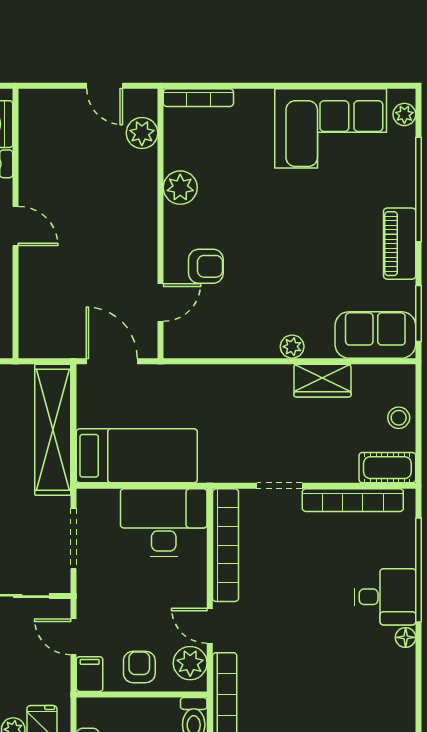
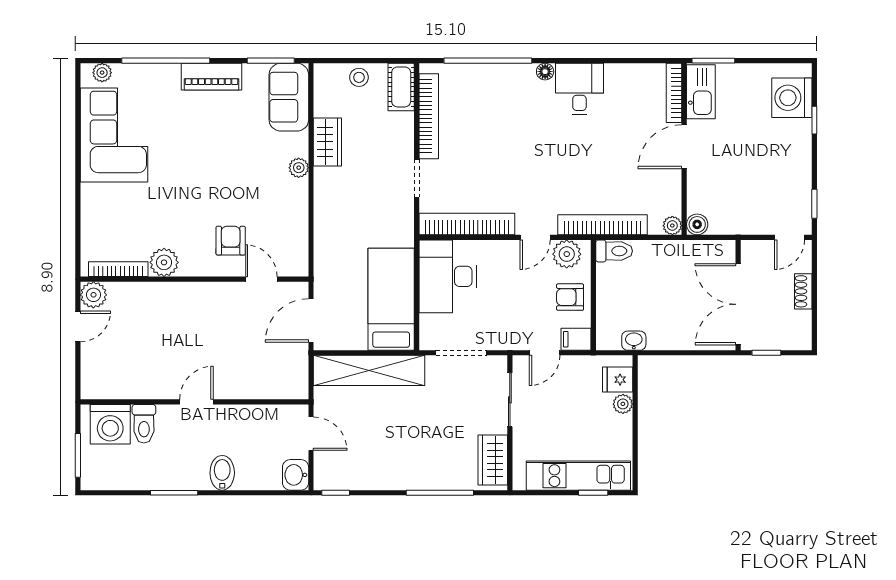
bookcase: (198, 98) -> (118, 269), moved, turned -90
plant: (142, 133) -> (93, 295), moved
desk: (385, 597) -> (579, 89), moved

